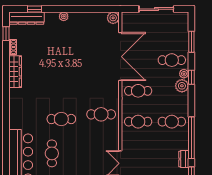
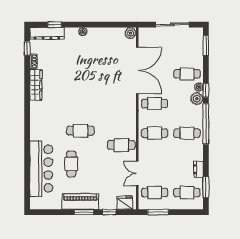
window: (191, 42) -> (206, 45), moved
cafe table: (101, 114) -> (121, 145), moved
window: (191, 138) -> (206, 124), moved

